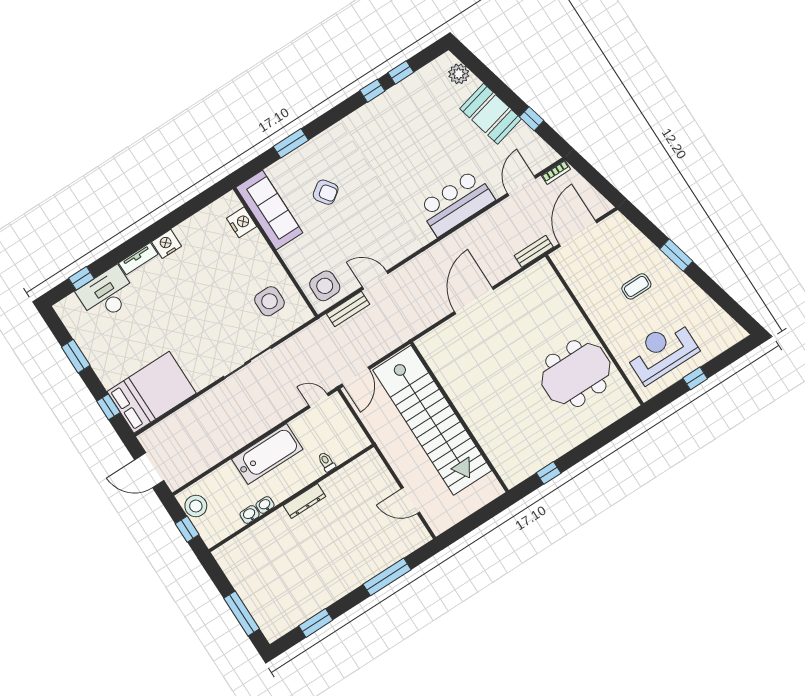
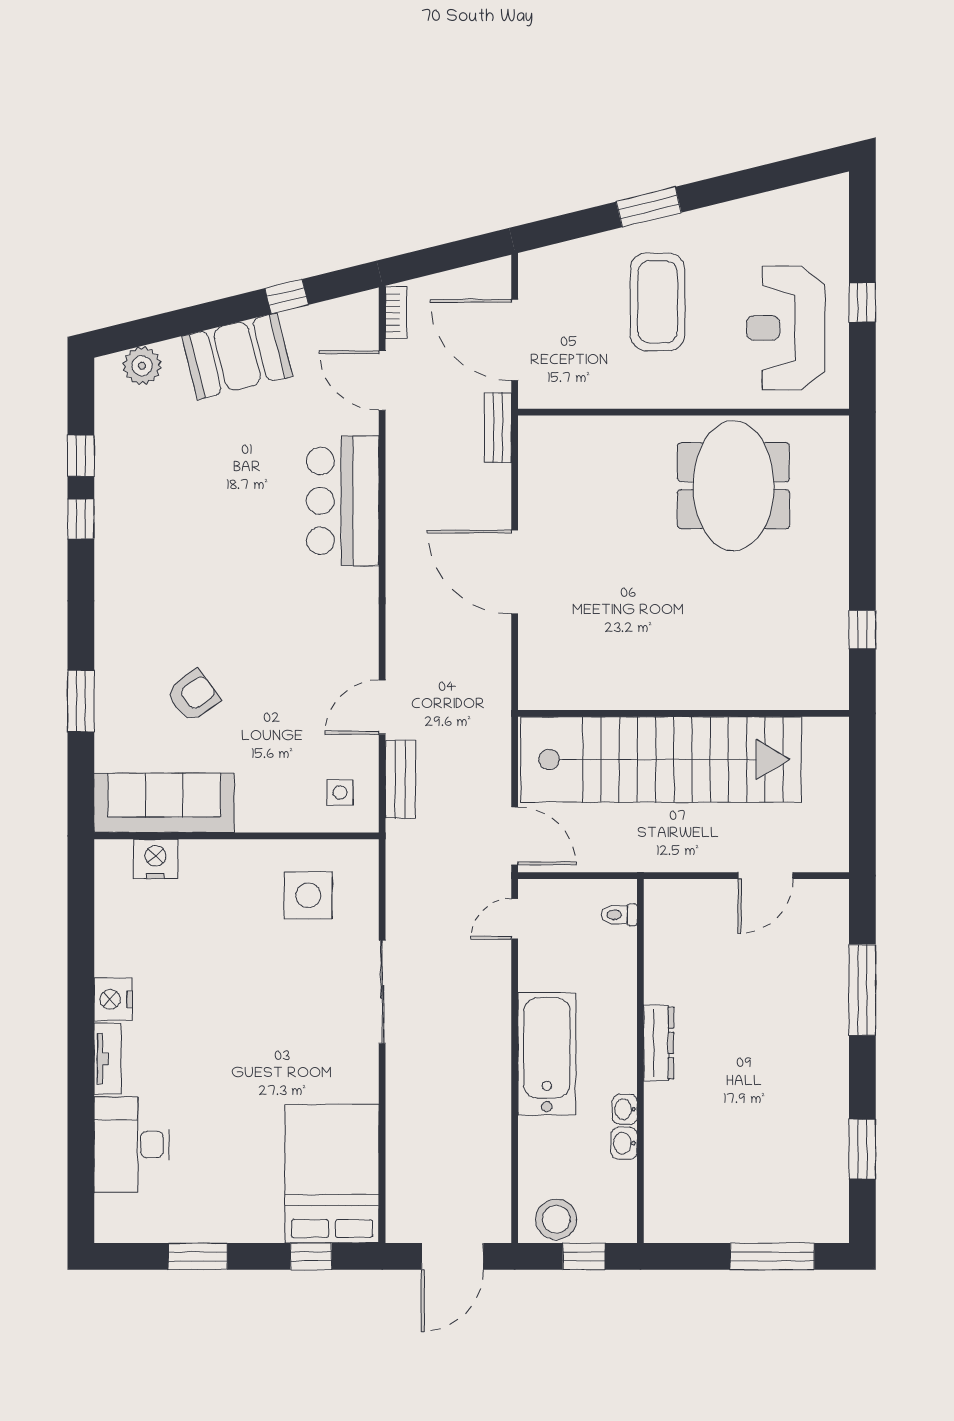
window: (81, 278) -> (81, 1168), removed
side table: (325, 286) -> (340, 792), width x0.54, depth x0.54
coffee table: (636, 286) -> (658, 302), width x1.86, depth x1.72
toilet: (326, 462) -> (619, 915), moved

